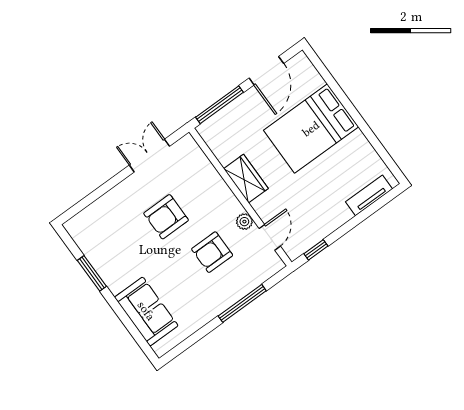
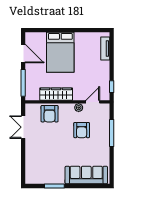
wardrobe: (246, 179) -> (56, 94), width x1.50
armchair: (166, 217) -> (50, 114), moved
door: (270, 237) -> (93, 102), hinge flipped
sofa: (146, 311) -> (86, 175), width x1.36

